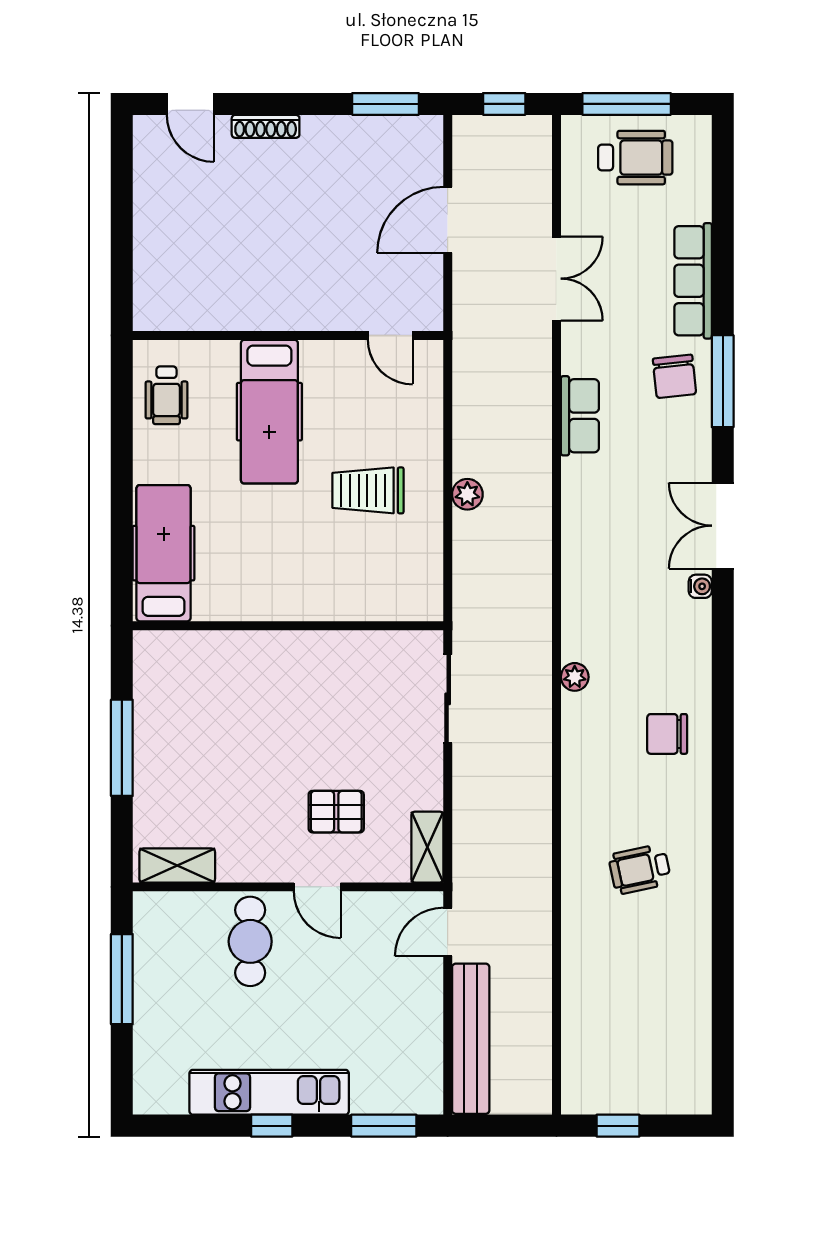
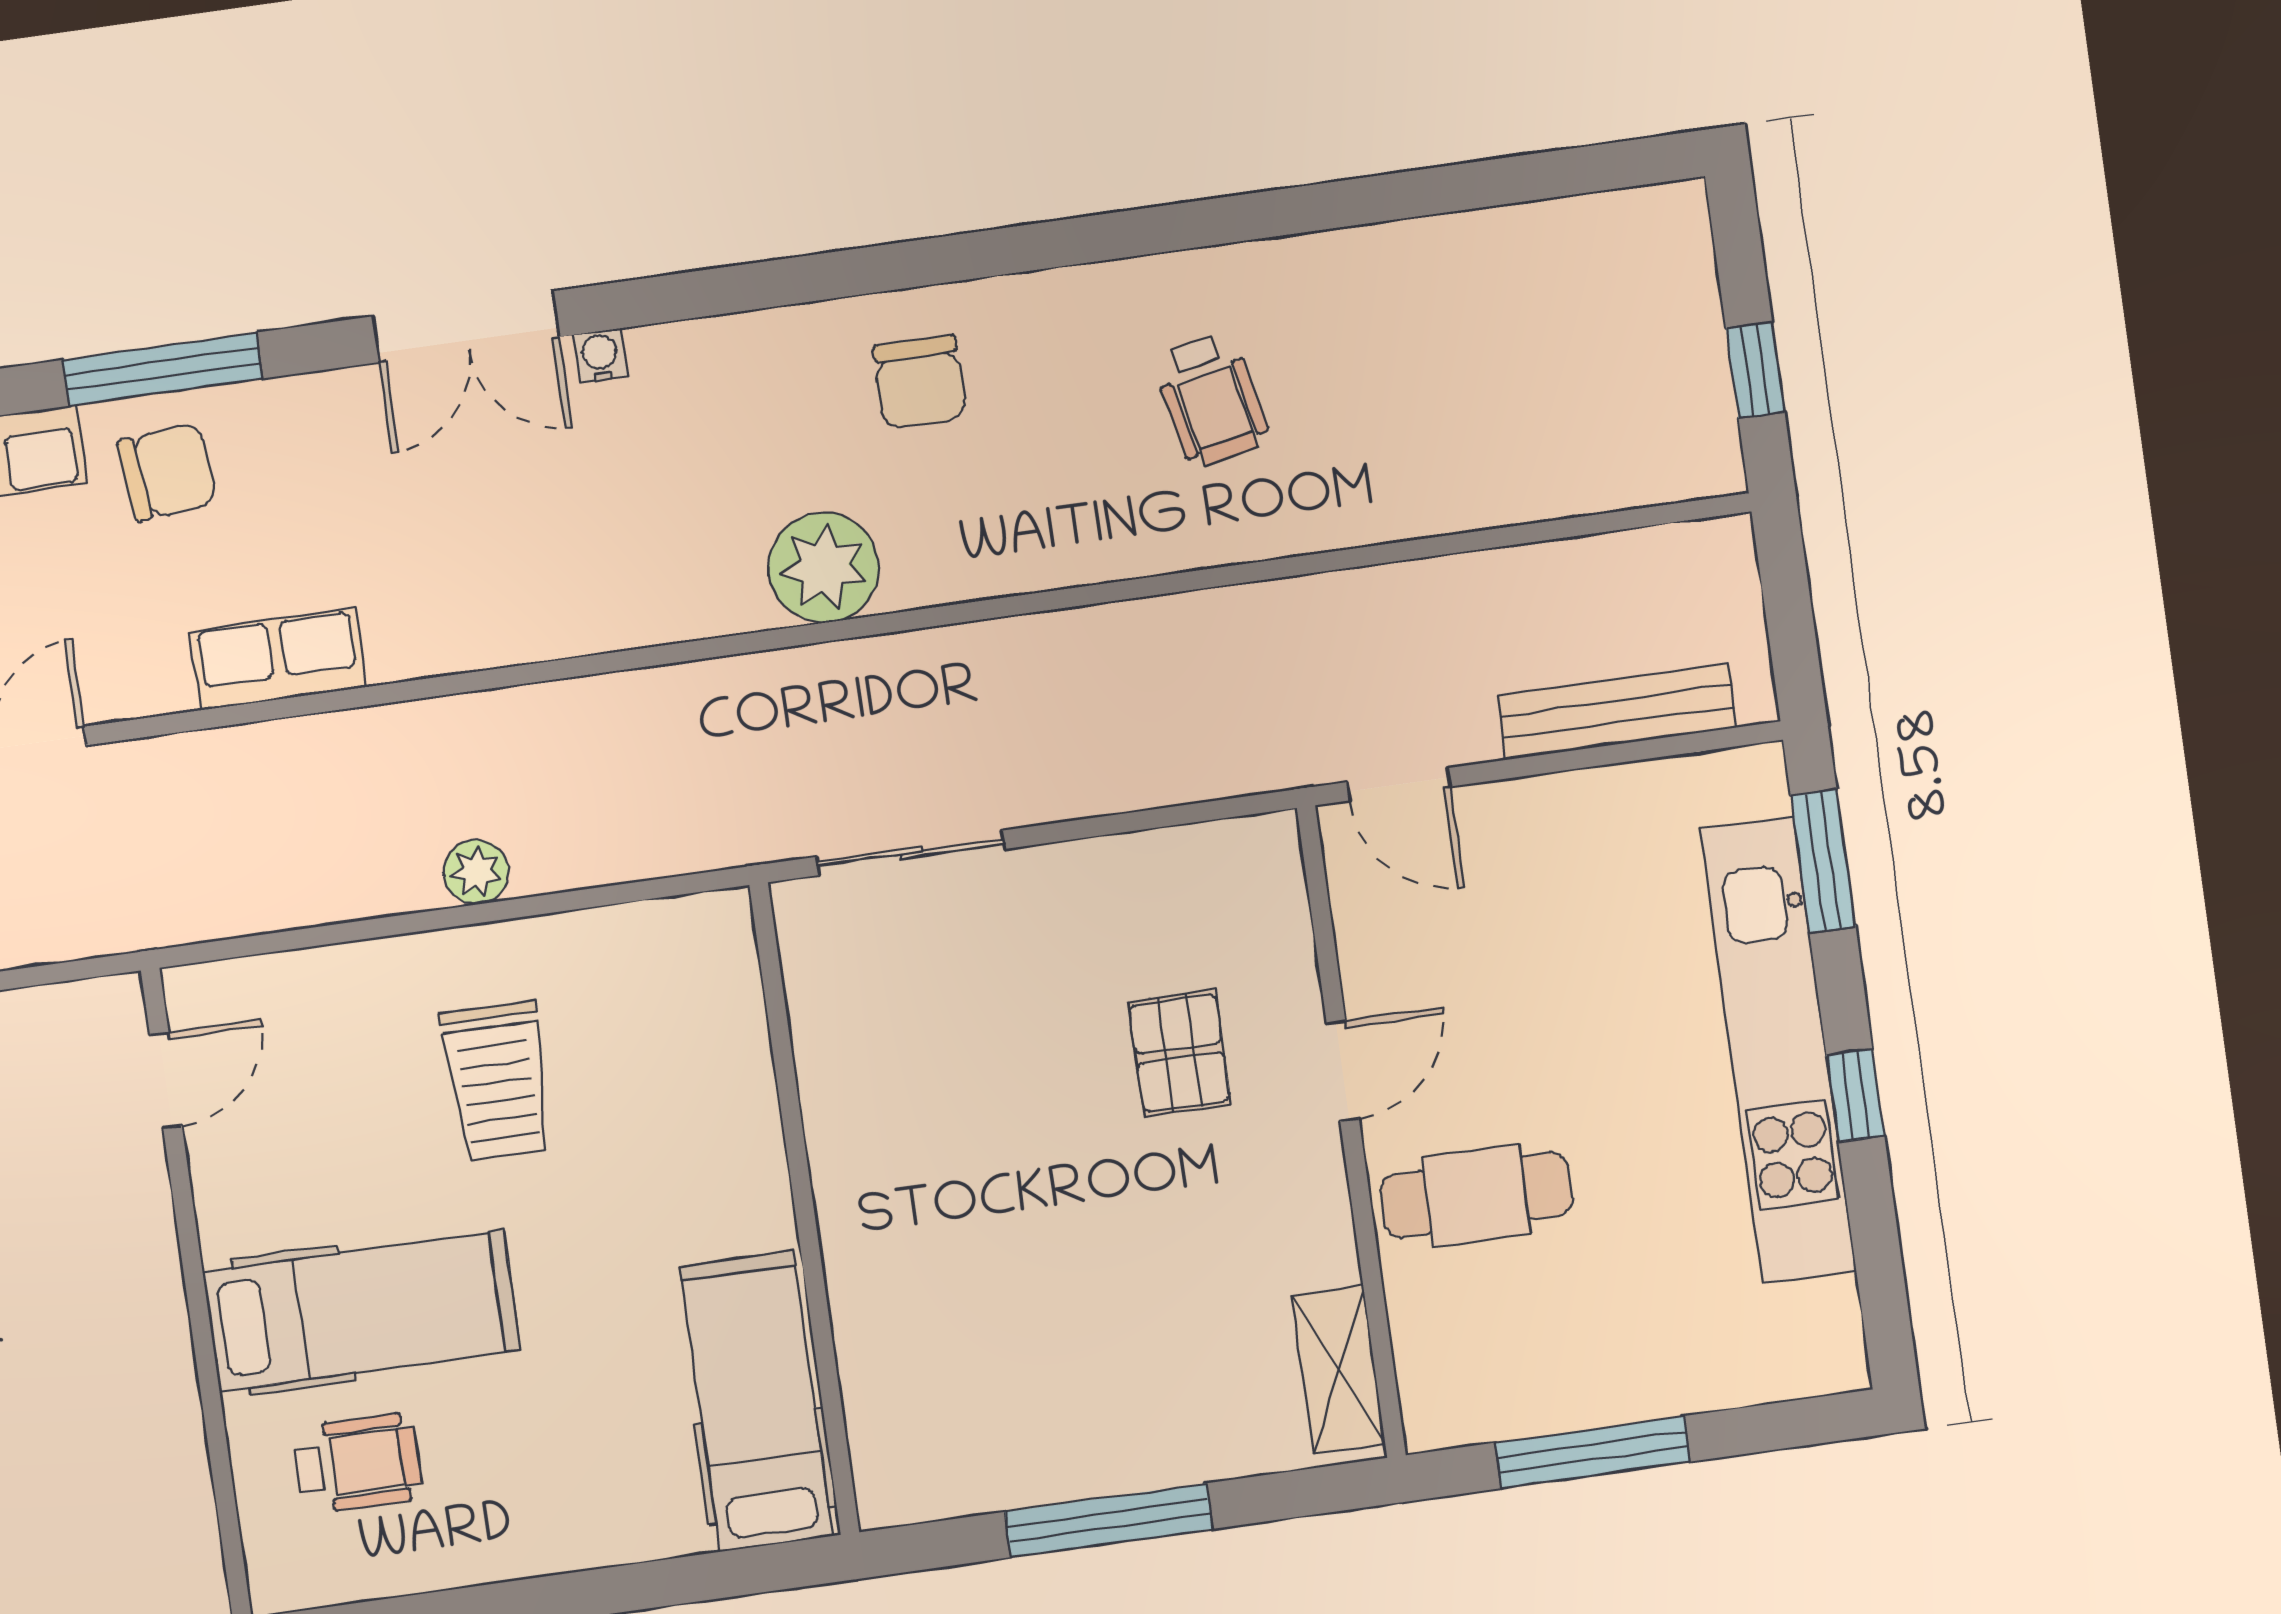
wheelchair: (166, 395) -> (357, 1463), moved
hospital bed: (164, 553) -> (756, 1401), moved, turned 90
plant: (575, 677) -> (824, 567), width x1.88, depth x1.88
shelving: (427, 847) -> (1227, 852), removed
bench: (471, 1039) -> (1617, 711), width x0.73, depth x0.82
kitchen unit: (269, 1092) -> (1778, 1050), width x1.36

